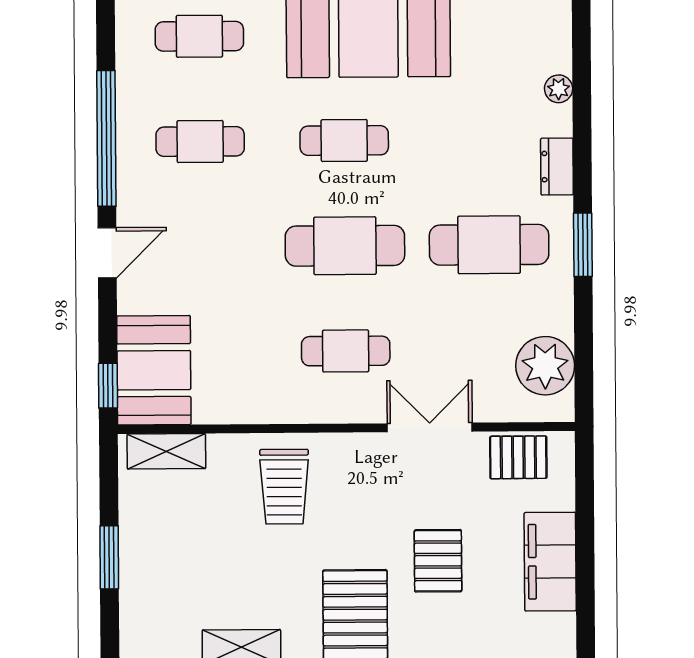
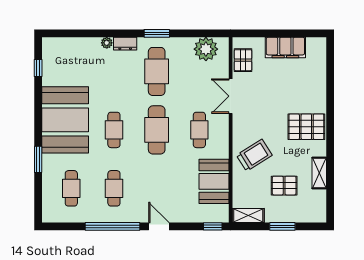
plant: (559, 89) -> (107, 43), moved
booth: (154, 370) -> (214, 181), moved, turned 90
shelving: (166, 451) -> (248, 215), moved, turned 90
trolley: (284, 487) -> (254, 155), turned -32
pallet: (438, 561) -> (284, 186), moved

